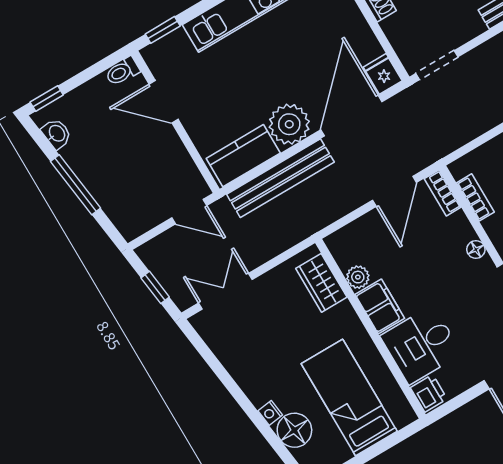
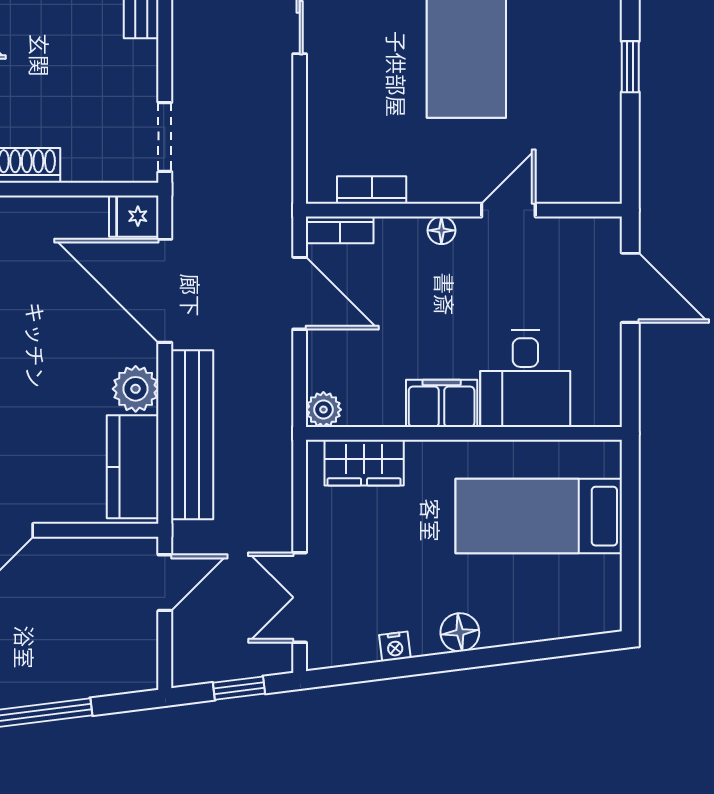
plant: (289, 124) -> (136, 389), width x0.73, depth x0.73
plant: (358, 277) -> (323, 410), moved
printer: (429, 393) -> (596, 407), removed
nightstand: (270, 413) -> (395, 646), moved
floor lamp: (294, 430) -> (460, 632), moved, width x0.73, depth x0.73

